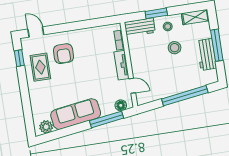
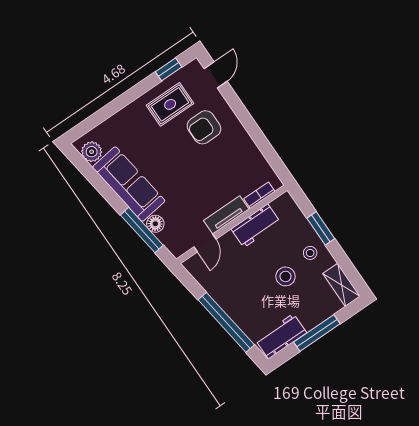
workbench: (140, 27) -> (256, 226), moved, turned -90
workbench: (207, 54) -> (281, 336), moved
floor lamp: (121, 105) -> (155, 224), moved

